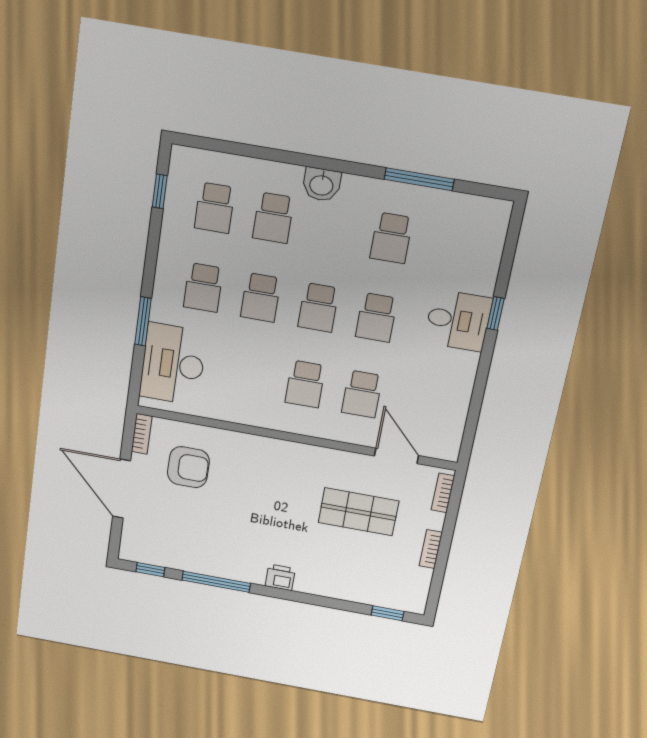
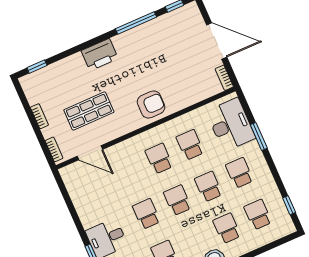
school desk: (362, 394) -> (190, 145), moved
armchair: (188, 467) -> (151, 104), moved, turned 180
printer: (280, 577) -> (100, 55), width x1.87, depth x1.48

